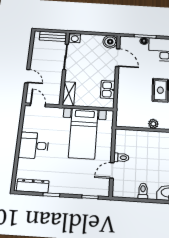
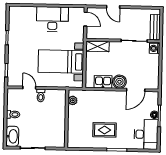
boiler: (110, 42) -> (119, 82), moved
door: (27, 76) -> (113, 7), hinge flipped
door: (38, 105) -> (85, 19), hinge flipped
plant: (153, 124) -> (73, 100), moved
desk: (34, 146) -> (52, 19), width x1.37
dresser: (33, 186) -> (14, 21), removed

